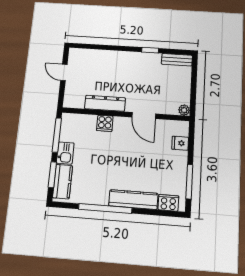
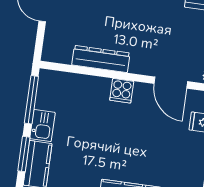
door: (144, 116) -> (171, 83), moved
cooker: (105, 123) -> (122, 91), moved

